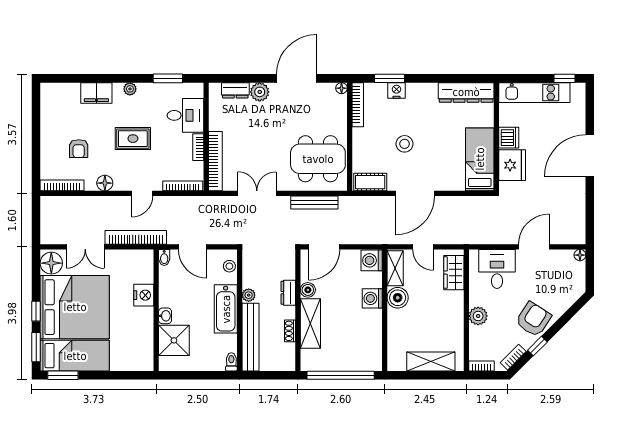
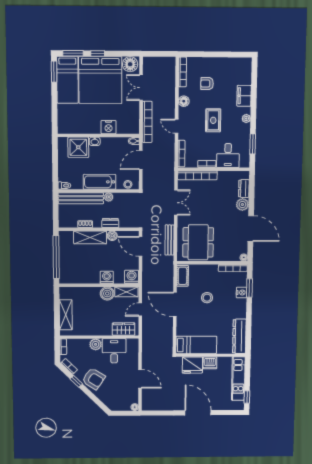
desk: (497, 269) -> (114, 351), moved, turned -90

